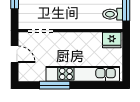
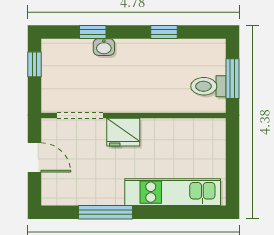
fridge: (112, 40) -> (123, 132), moved
kitchen unit: (83, 74) -> (173, 192), width x0.73

